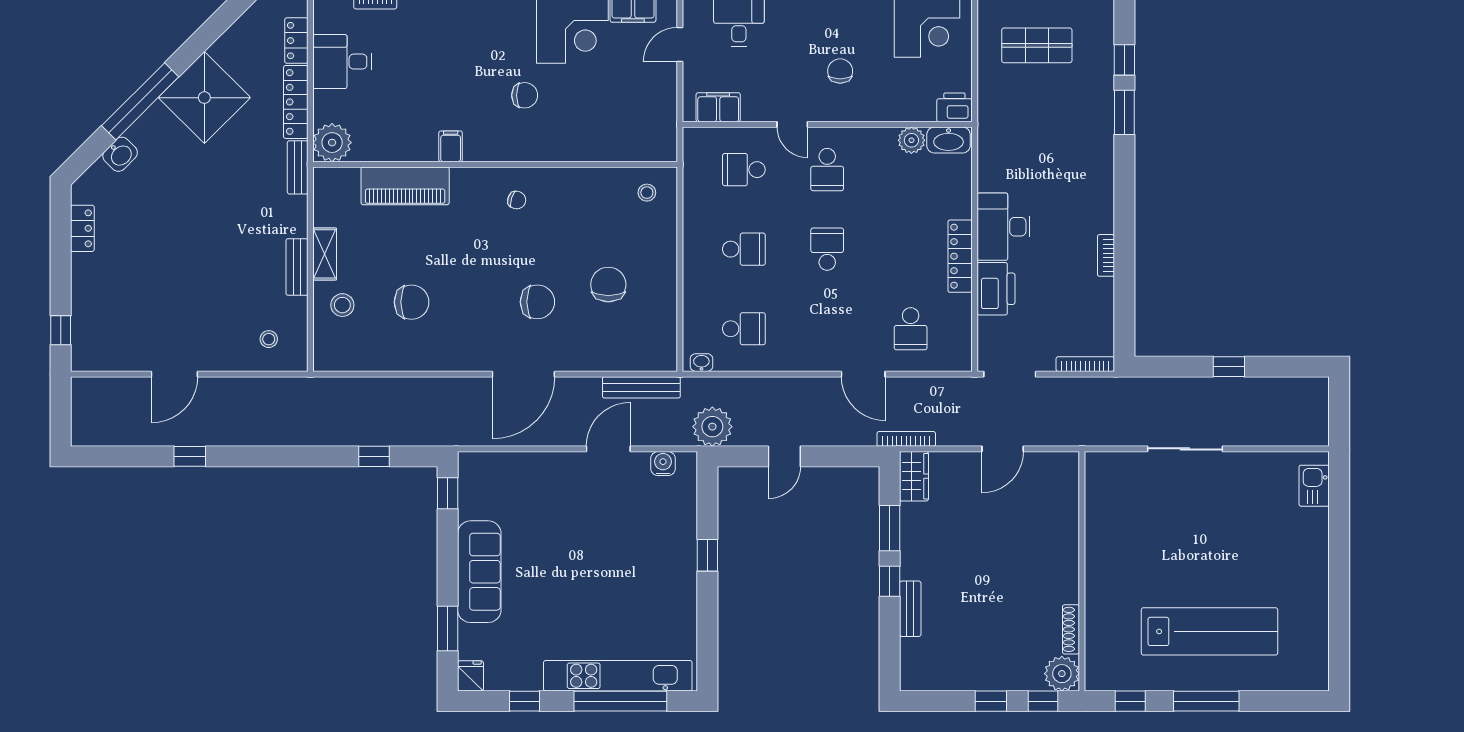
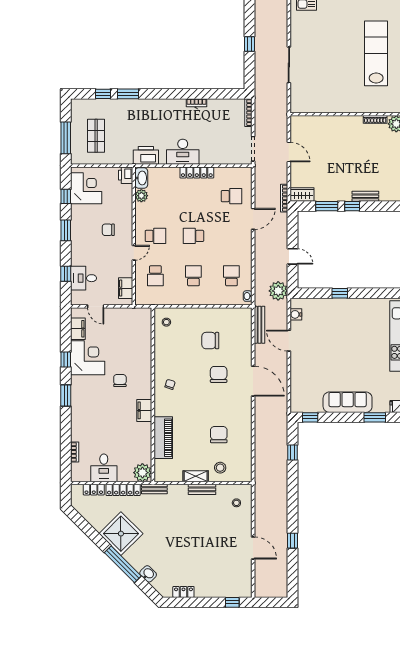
filing cabinet: (451, 146) -> (144, 410), width x2.00
printer: (996, 289) -> (146, 155), moved

